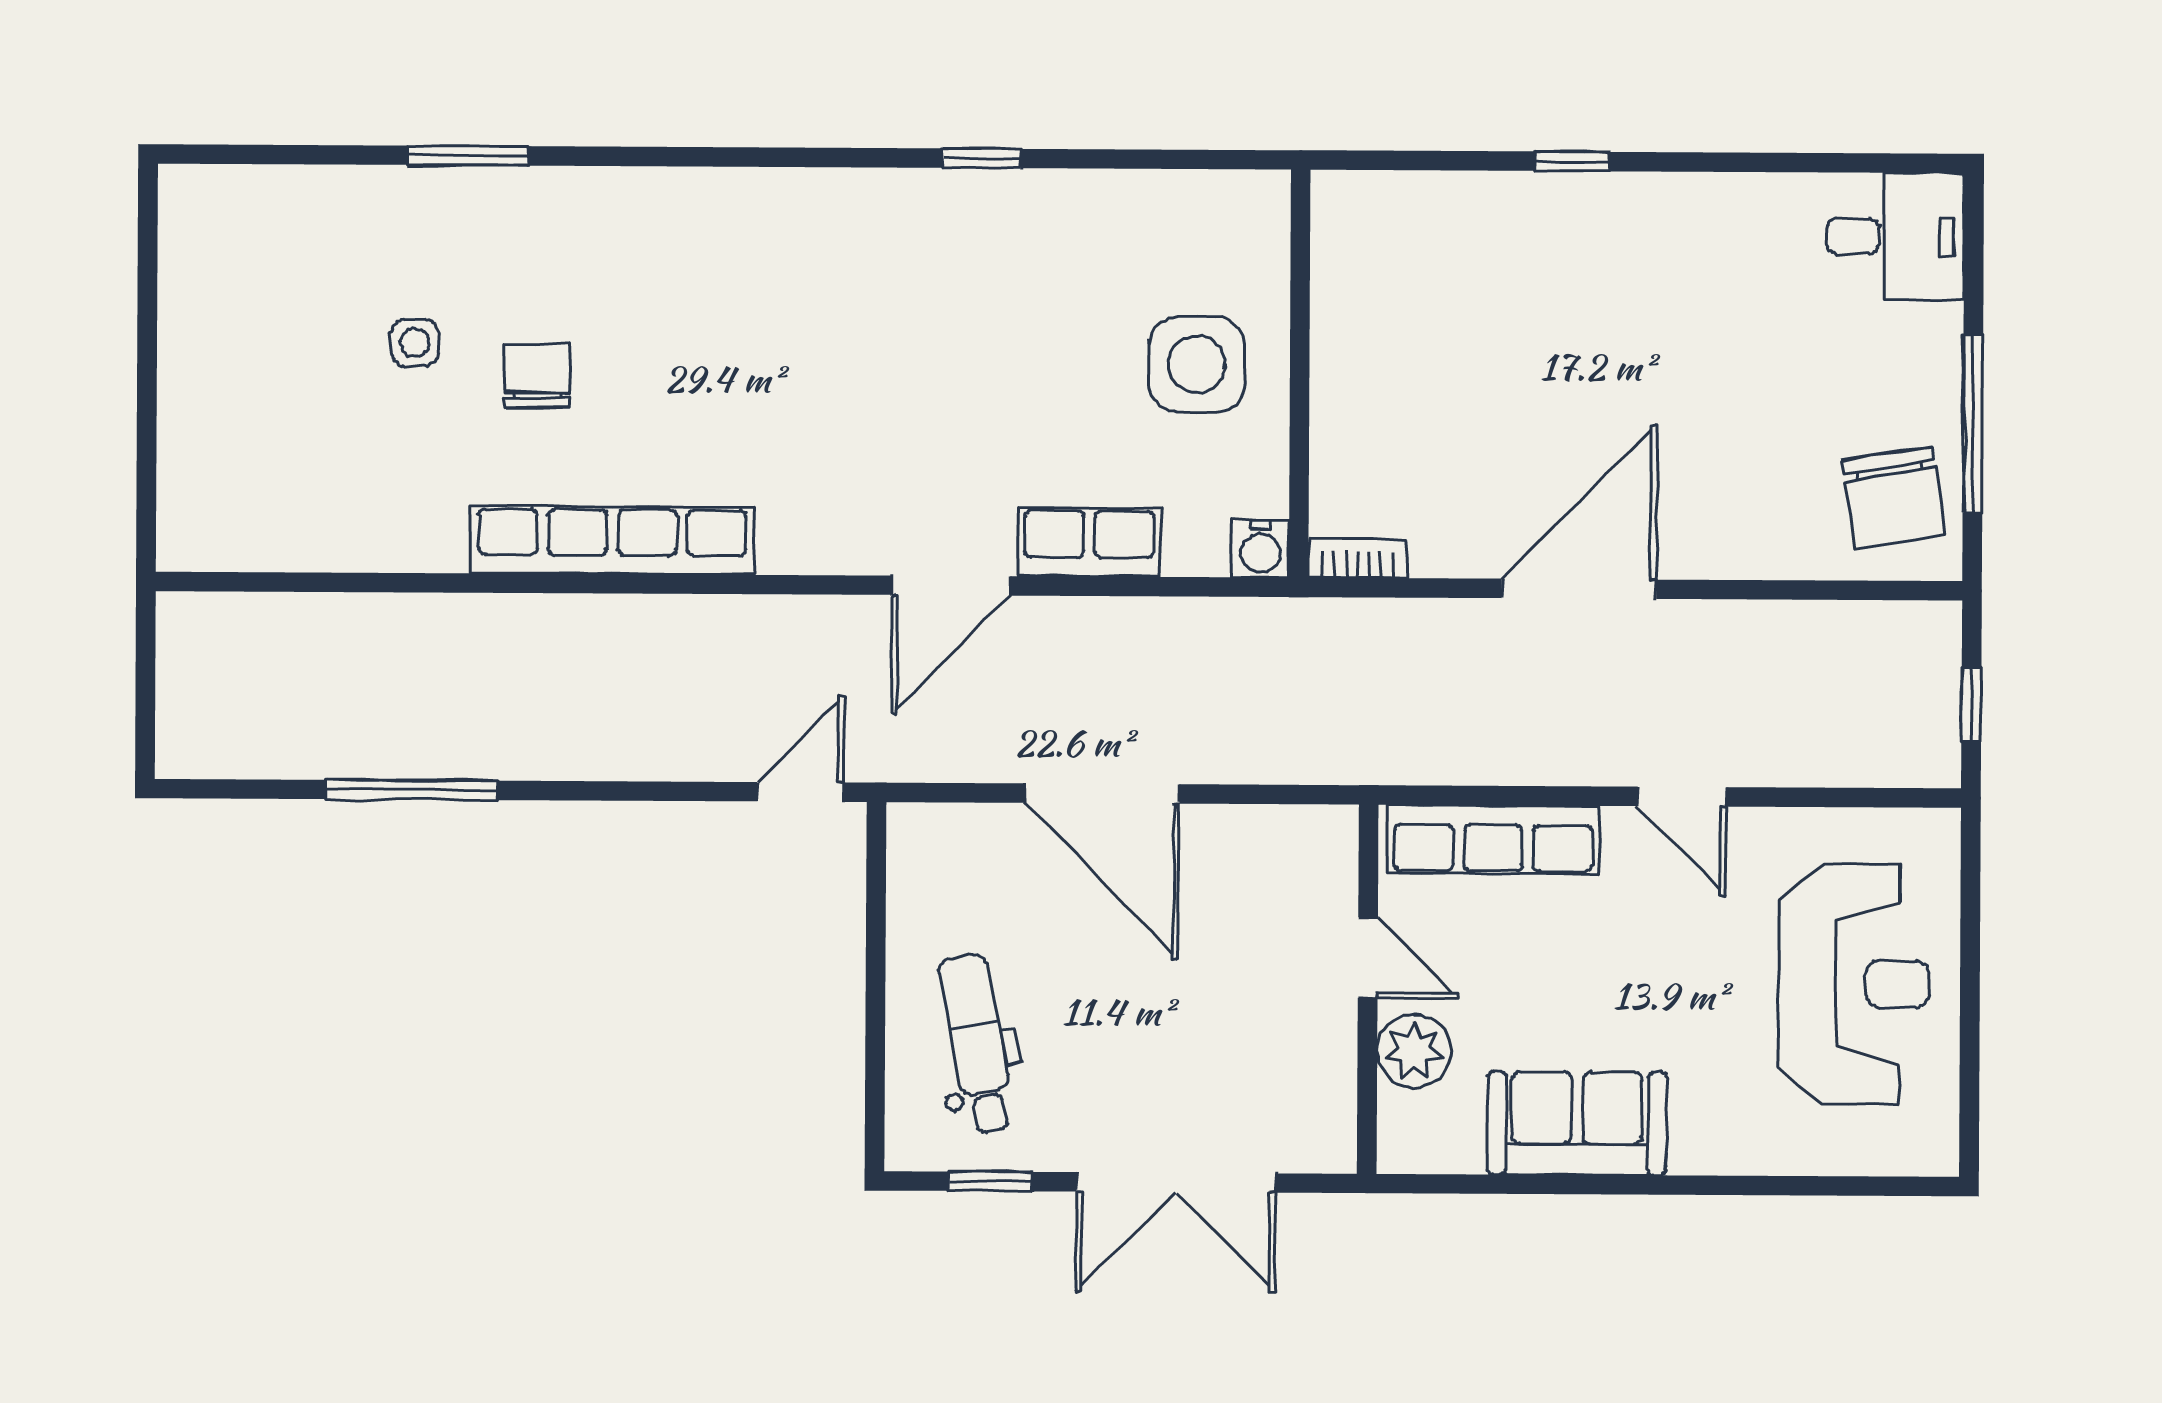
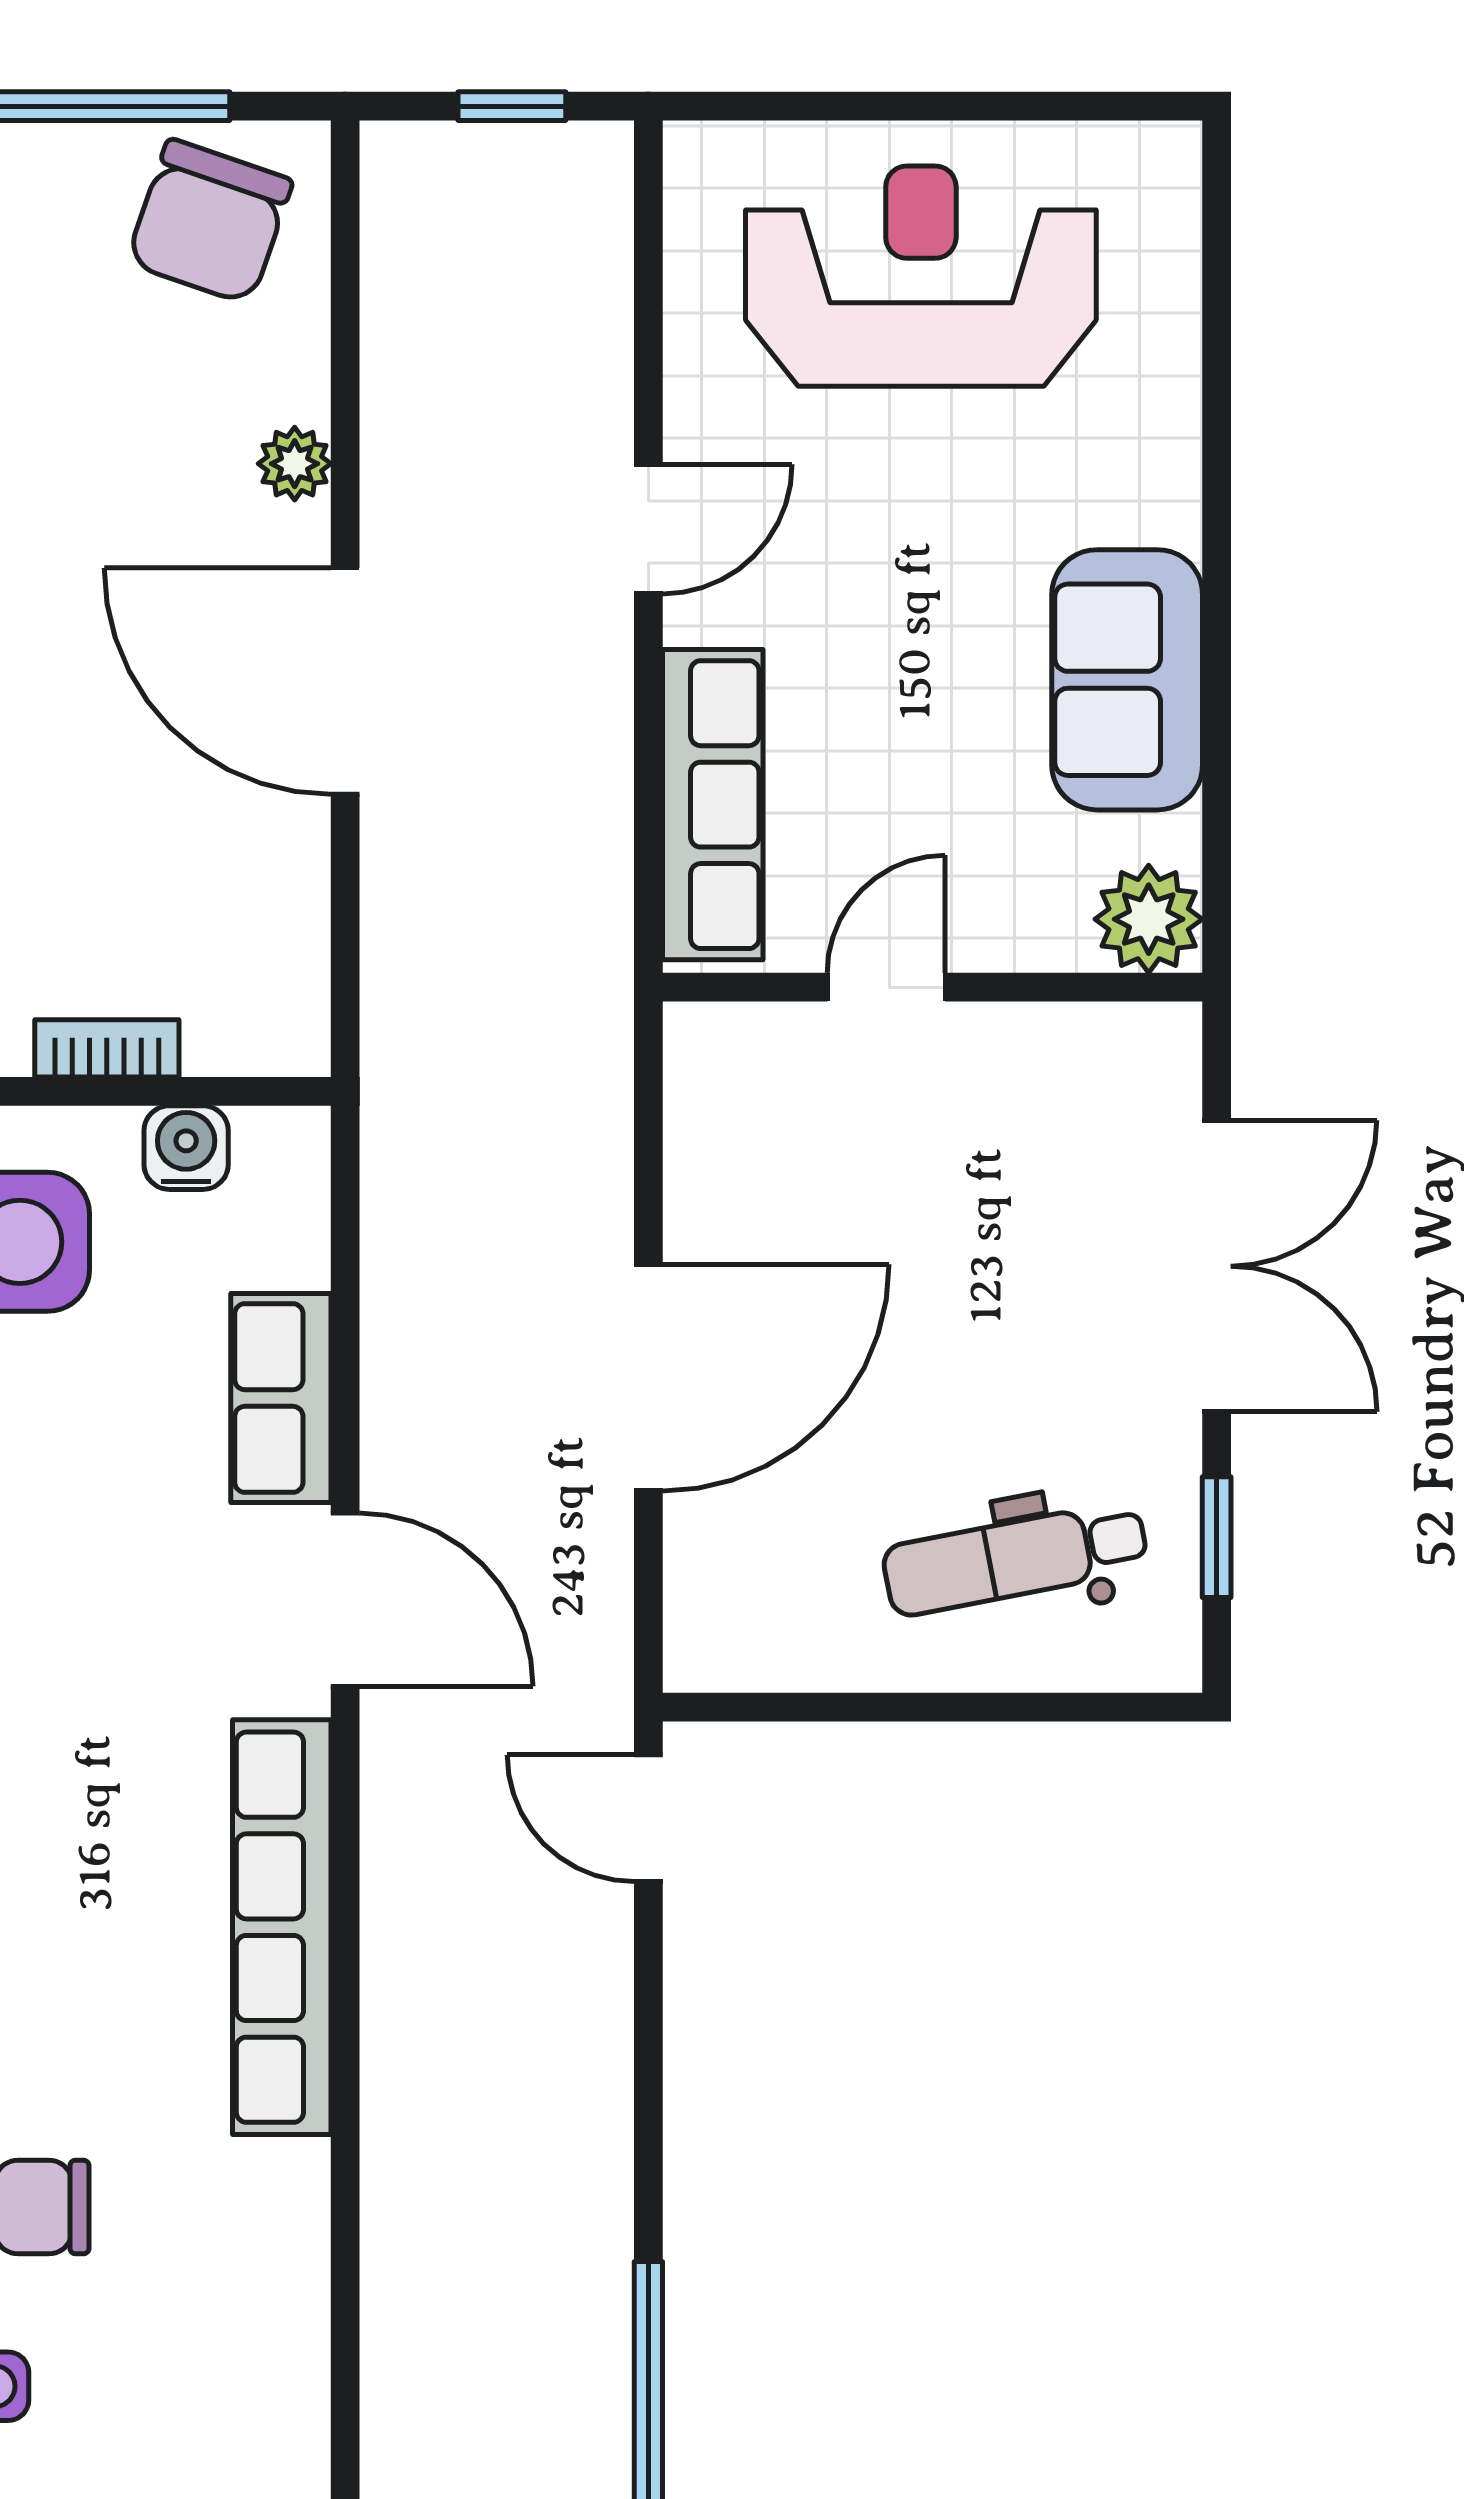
chair: (1894, 498) -> (210, 221), turned 118
row of seats: (612, 540) -> (282, 1927), moved
water cooler: (1260, 549) -> (186, 1148), moved, turned -90
plant: (1728, 555) -> (295, 464), added
bookcase: (1358, 558) -> (107, 1048), moved, turned 90
plant: (1414, 1051) -> (1149, 919), moved

